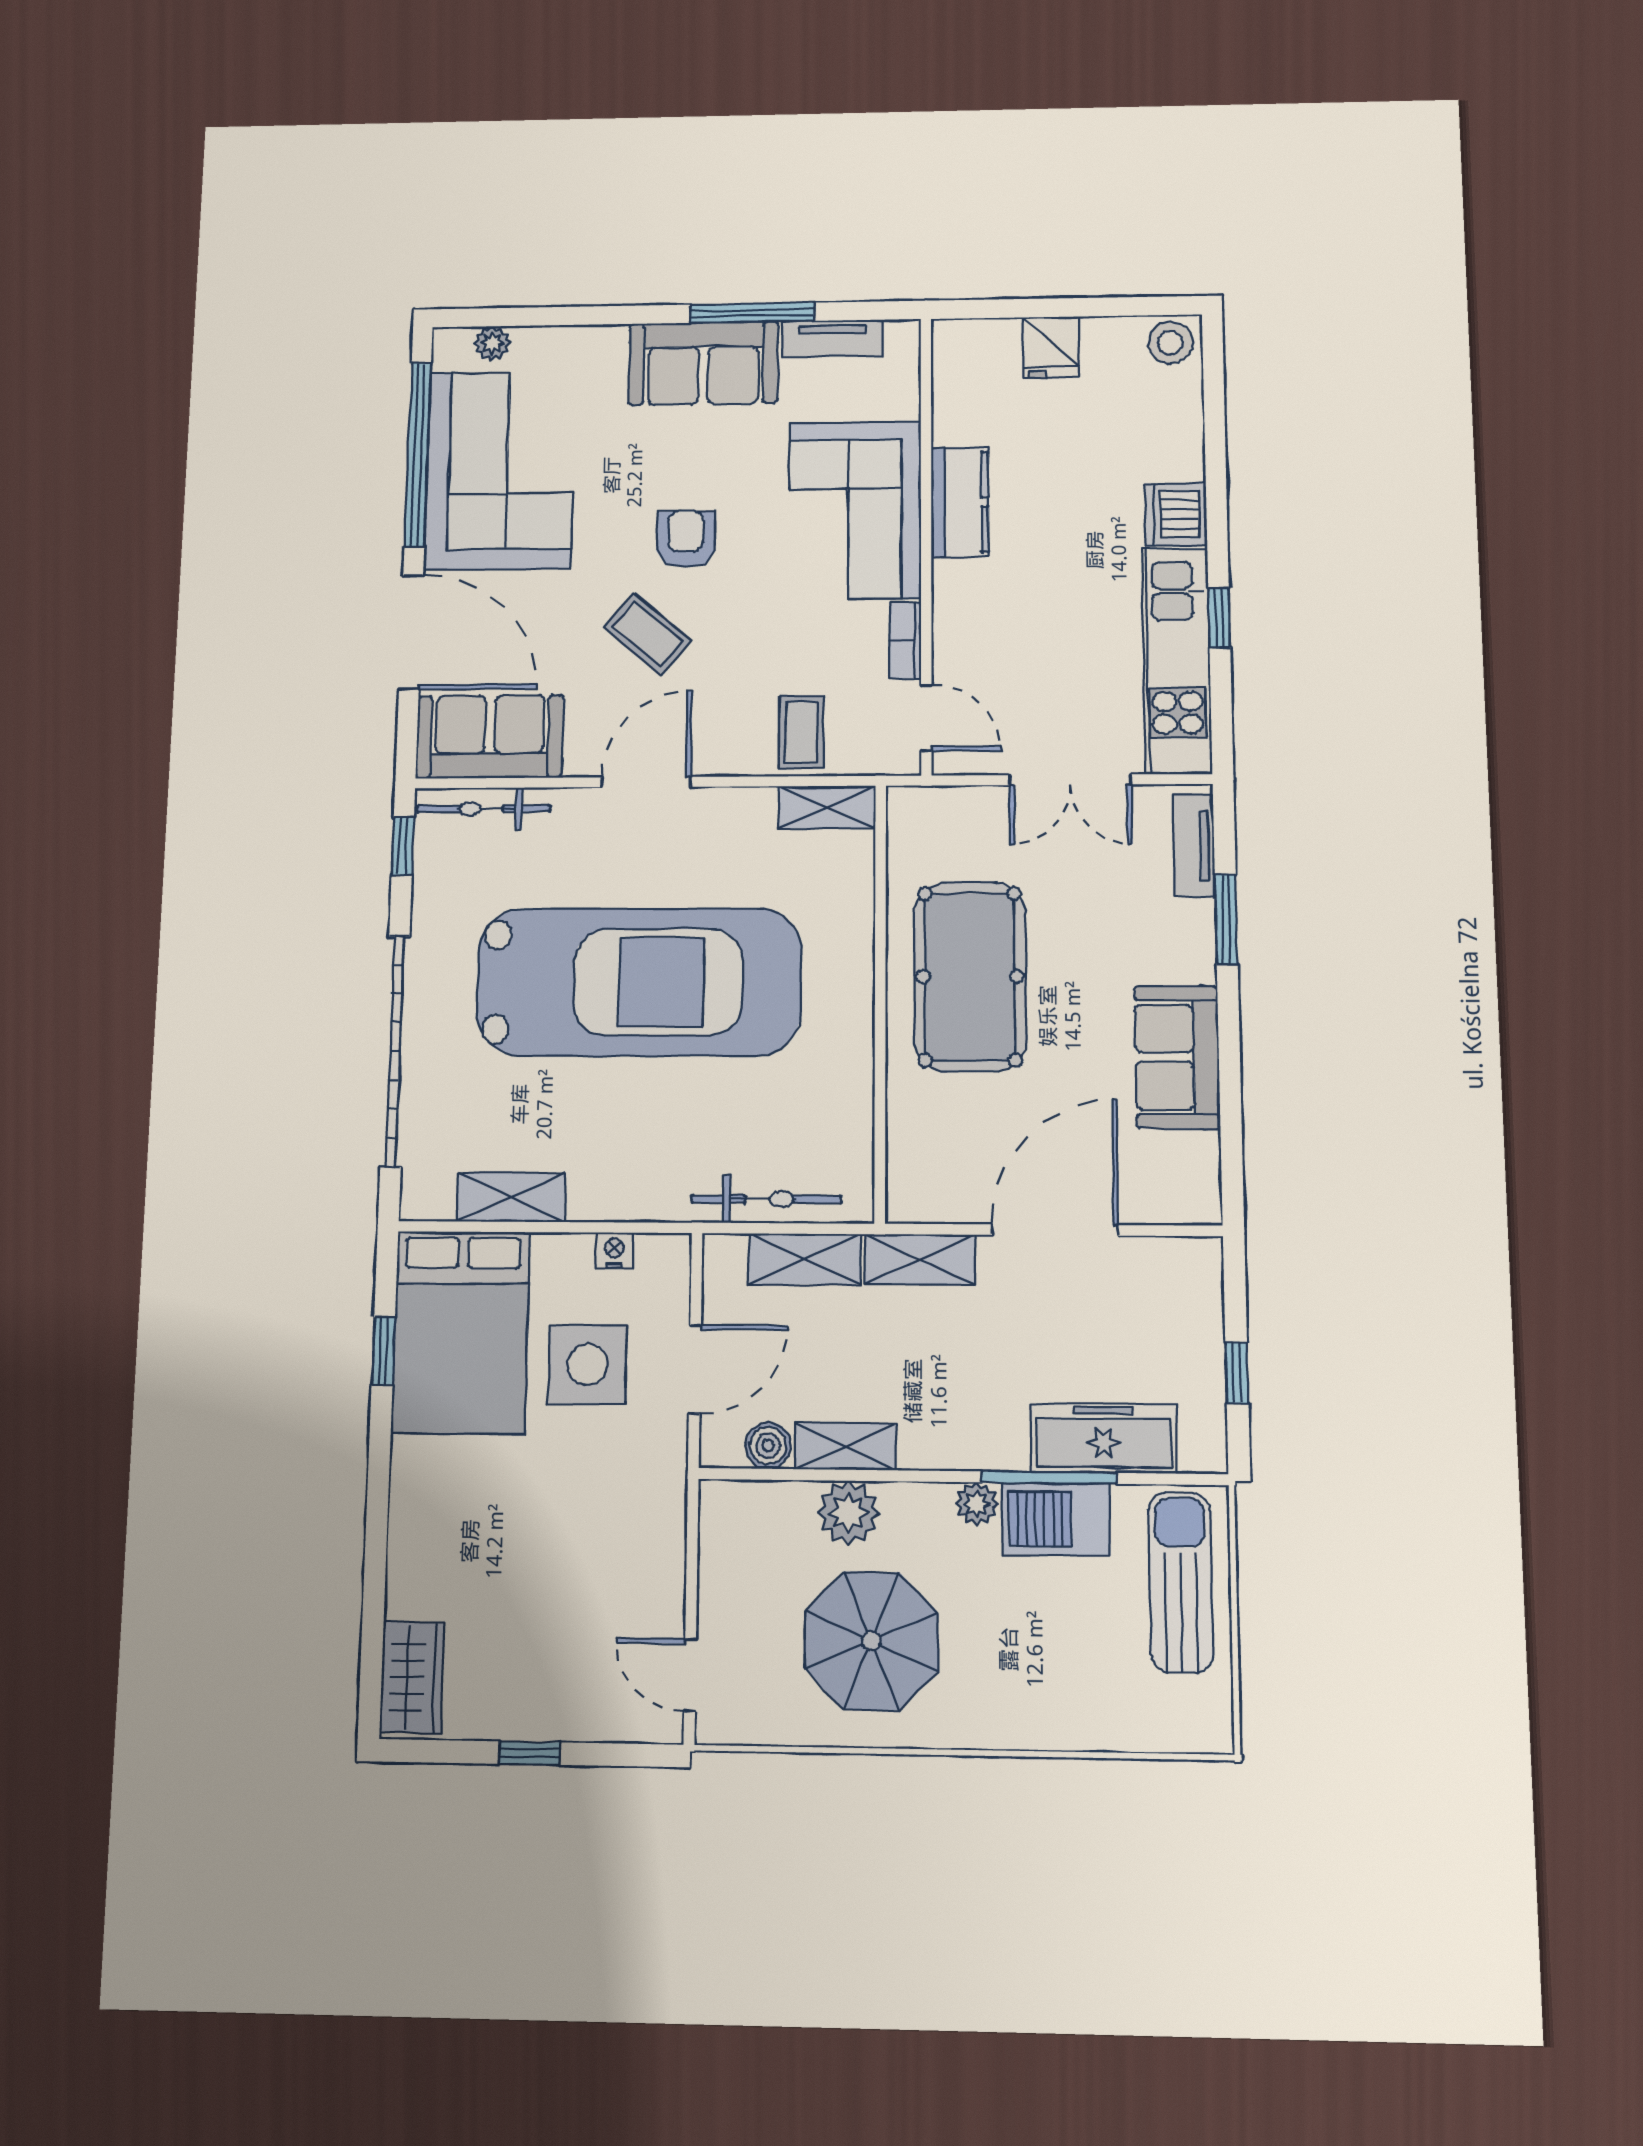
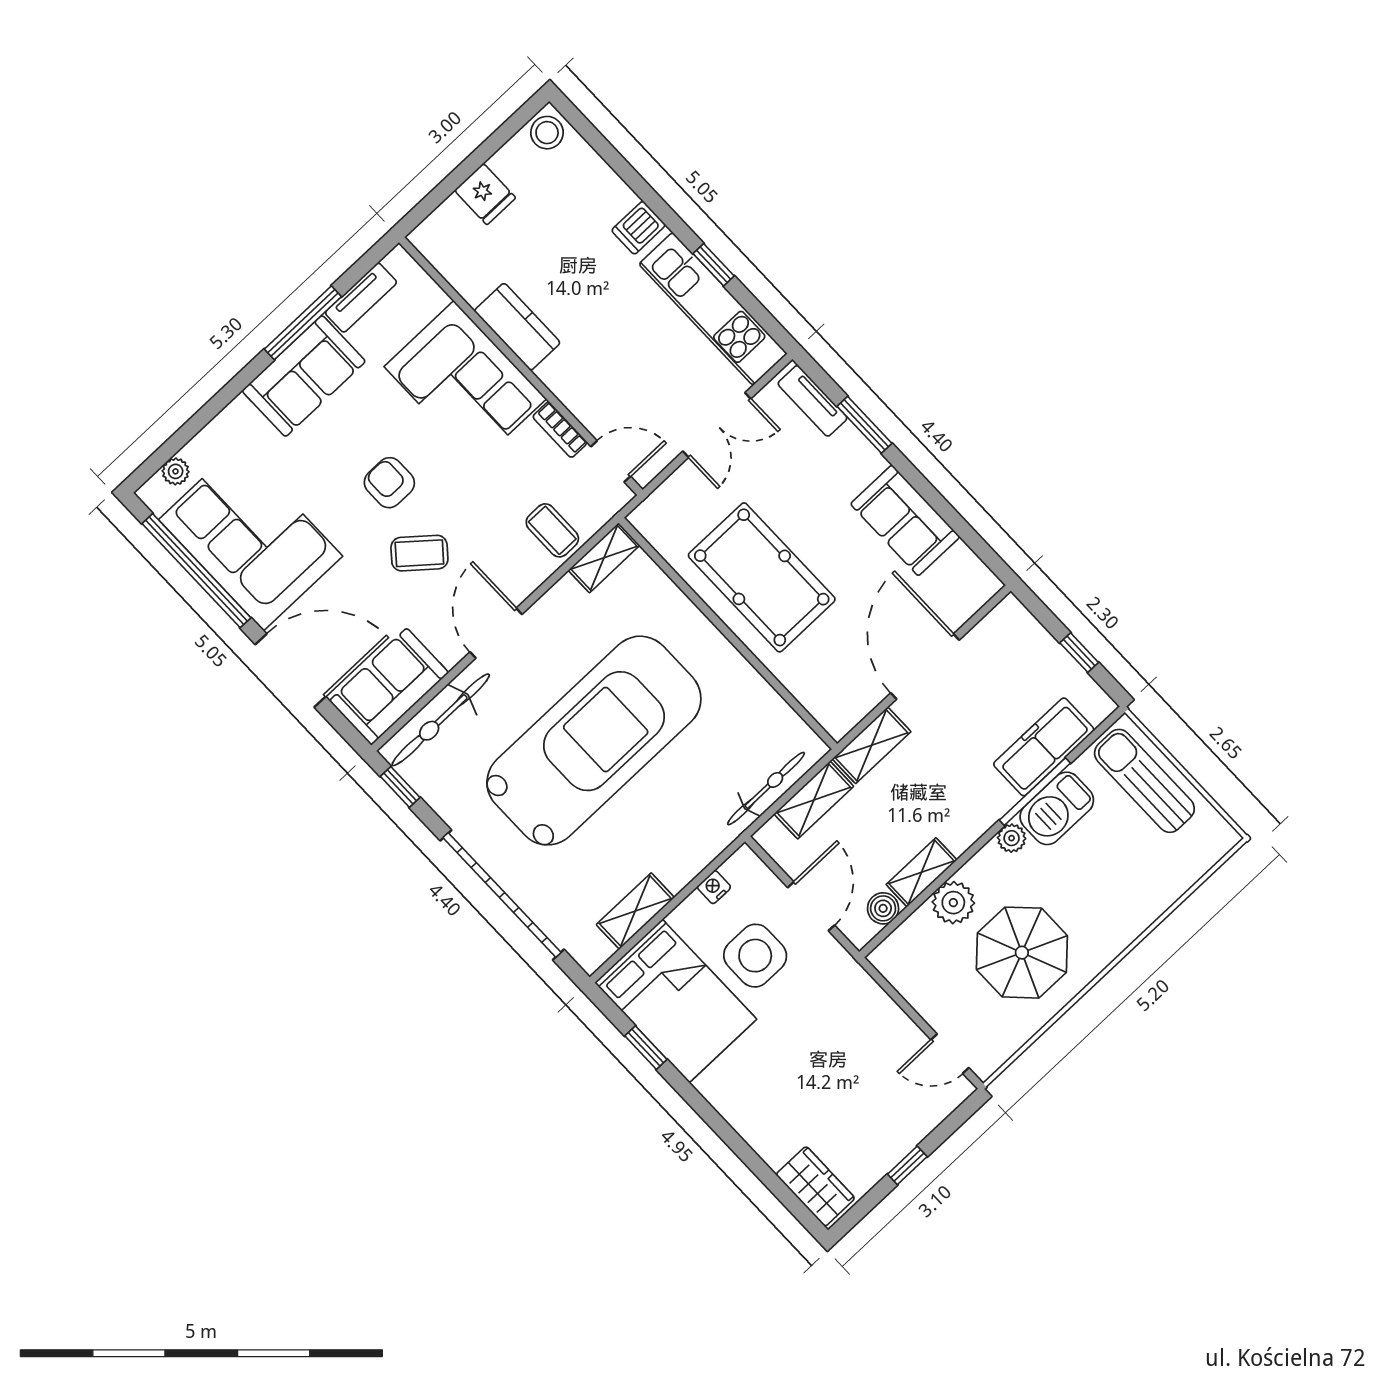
dishwasher: (1176, 514) -> (639, 228), width x0.73
bicycle: (484, 809) -> (441, 720), width x1.37, depth x1.40

